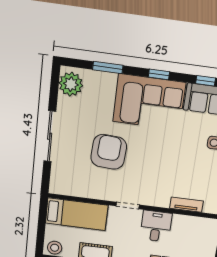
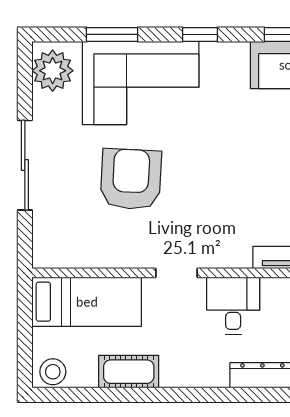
corner sofa: (149, 102) -> (141, 83), moved

